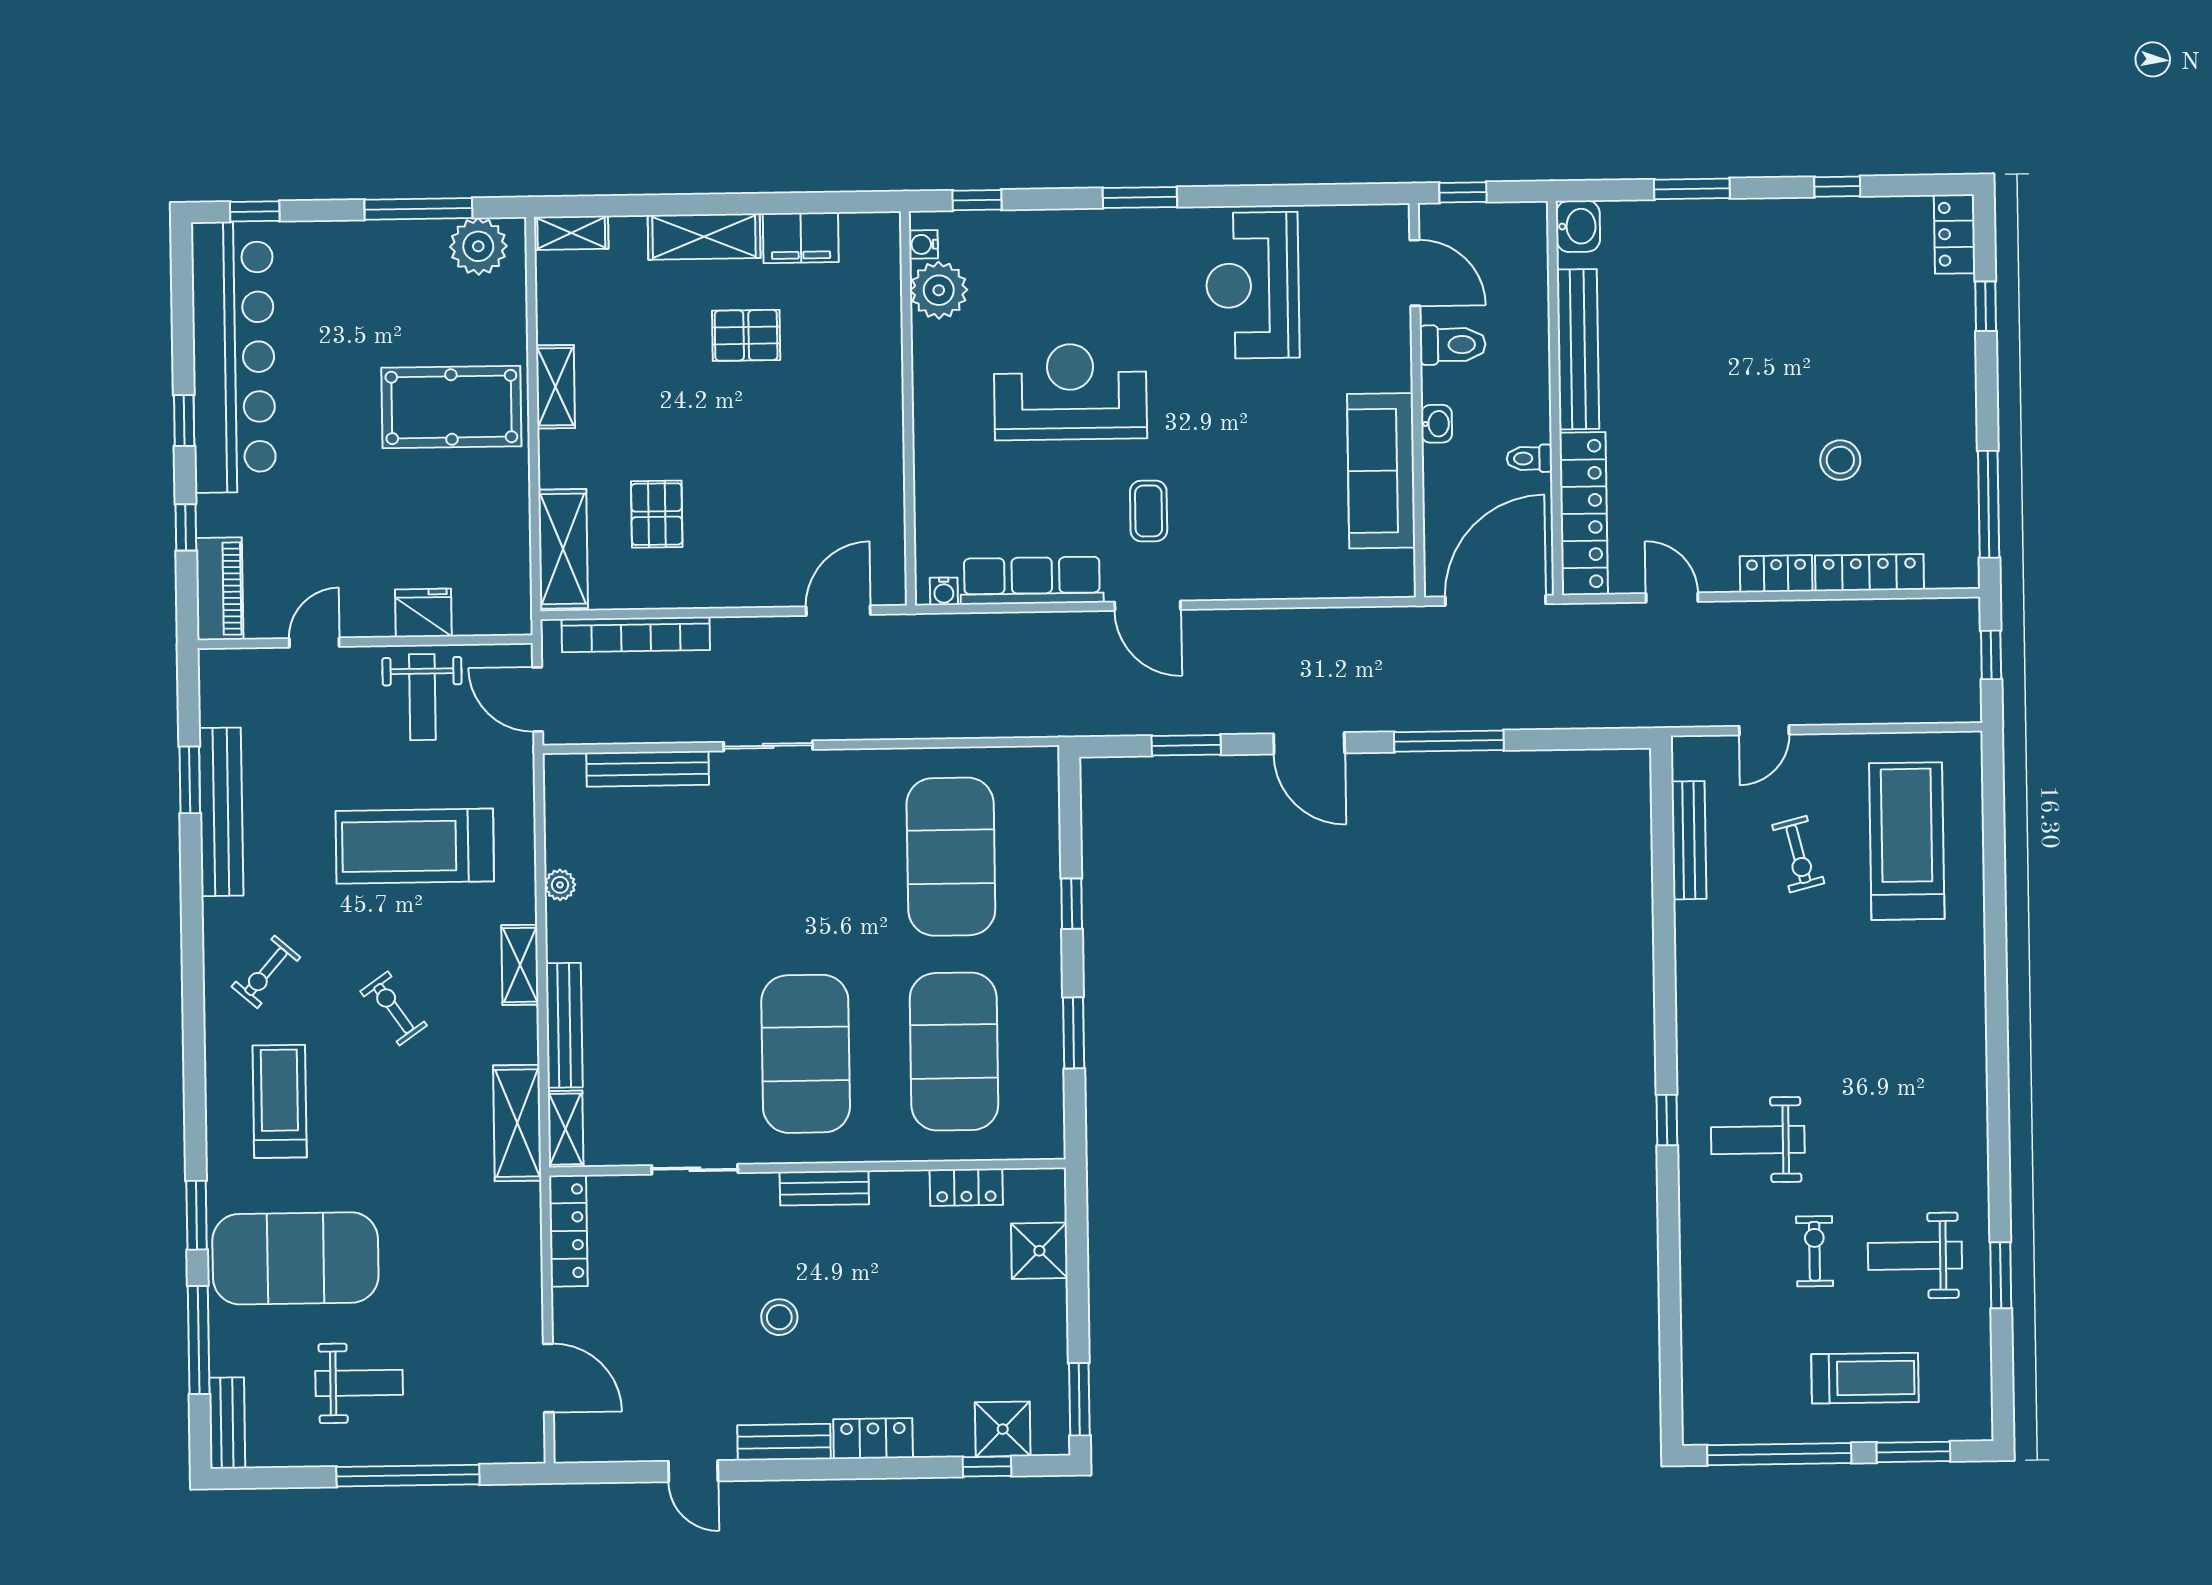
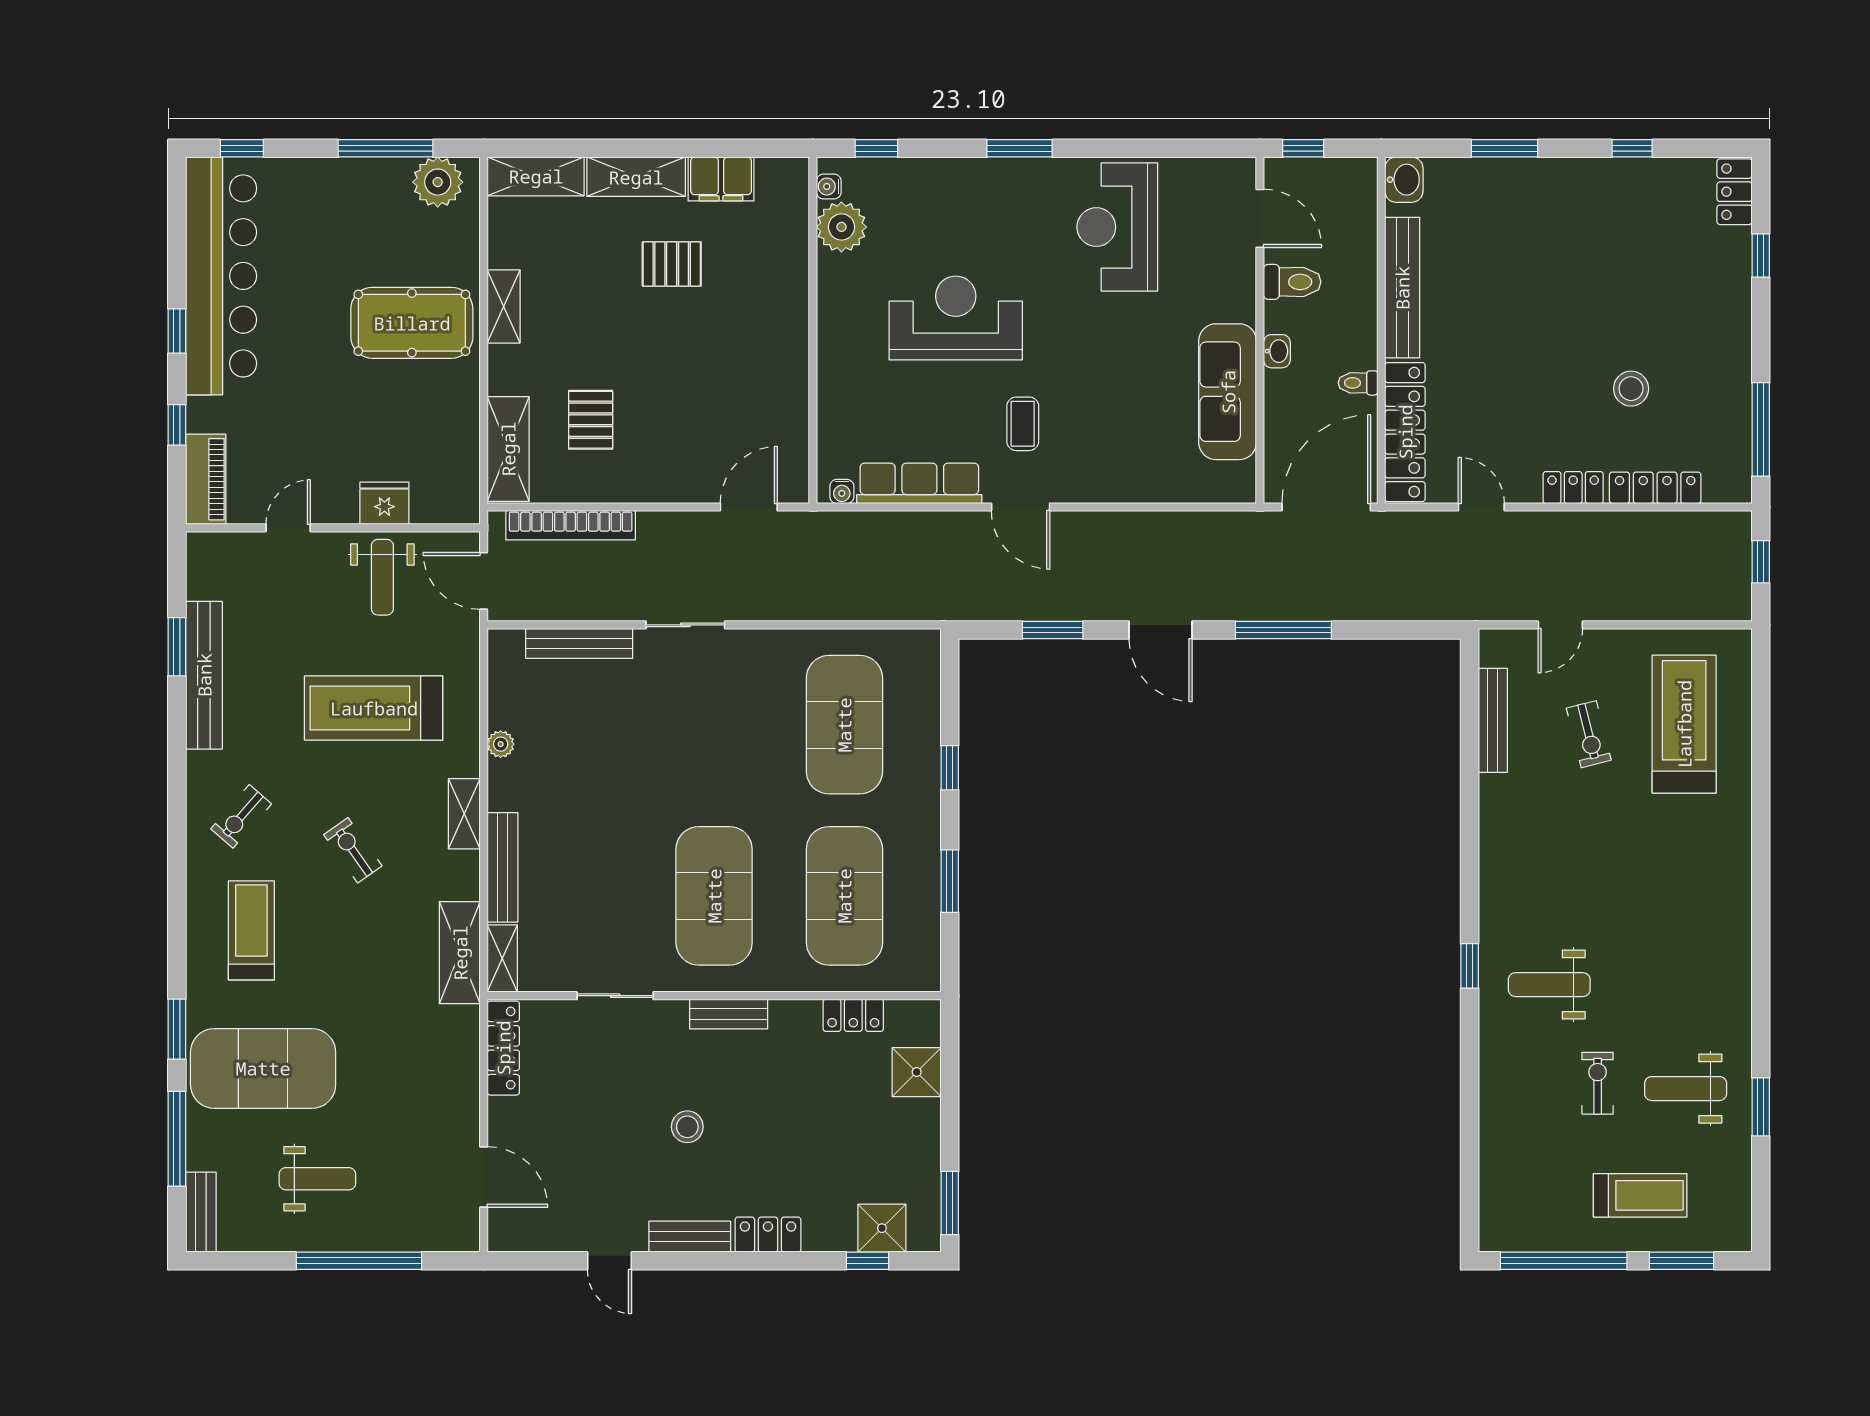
shelving: (571, 233) -> (536, 176), width x1.50, depth x1.33

